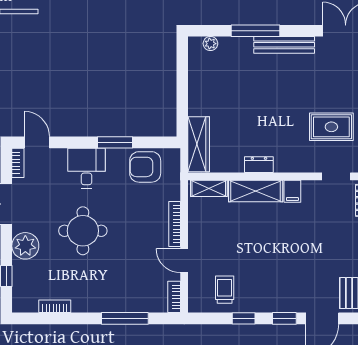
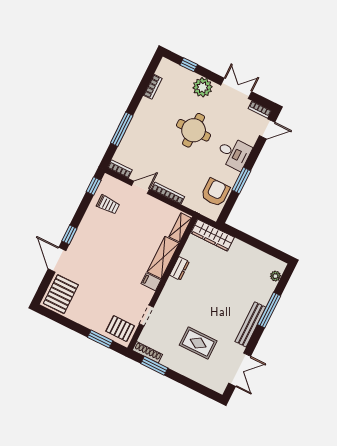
rug: (331, 127) -> (198, 343), moved, turned 90
window: (244, 318) -> (94, 186), moved

